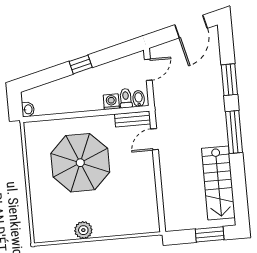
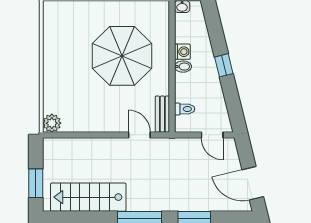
bidet: (139, 99) -> (183, 67), moved
washing machine: (111, 102) -> (182, 52), moved
plant: (83, 230) -> (52, 123), moved

